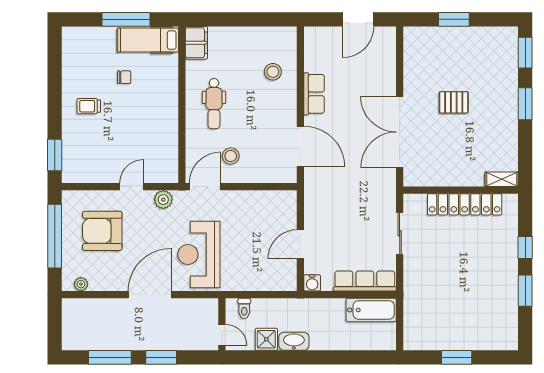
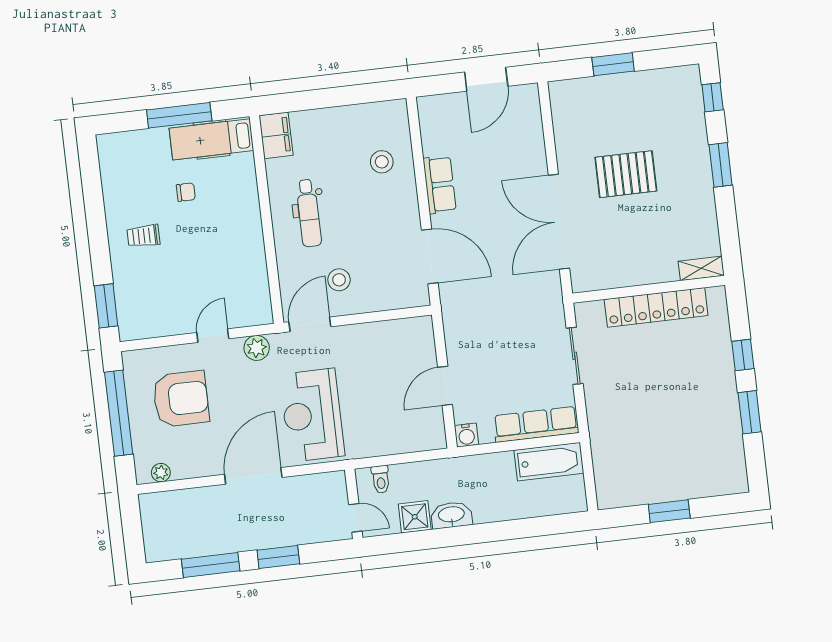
window: (525, 53) -> (713, 97), width x0.67
pallet: (454, 102) -> (626, 174), width x1.50, depth x1.42
armchair: (102, 231) -> (181, 399), turned 180

